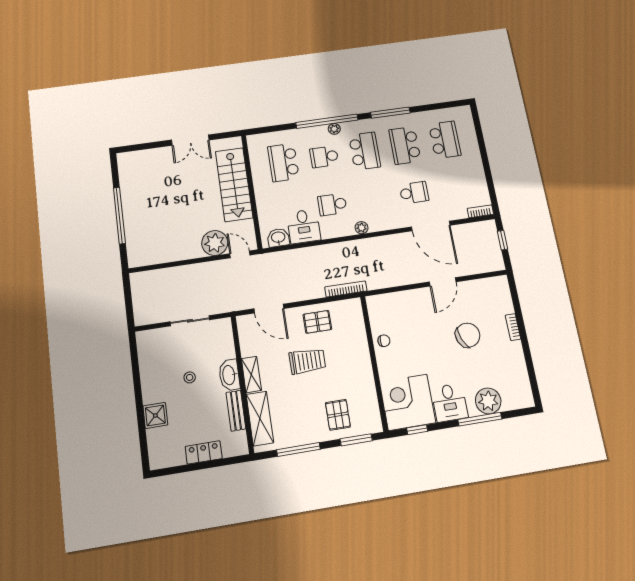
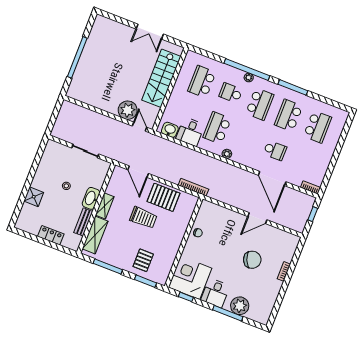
school desk: (332, 205) -> (217, 128), width x1.85
pallet: (317, 322) -> (163, 197), width x1.50, depth x1.42

